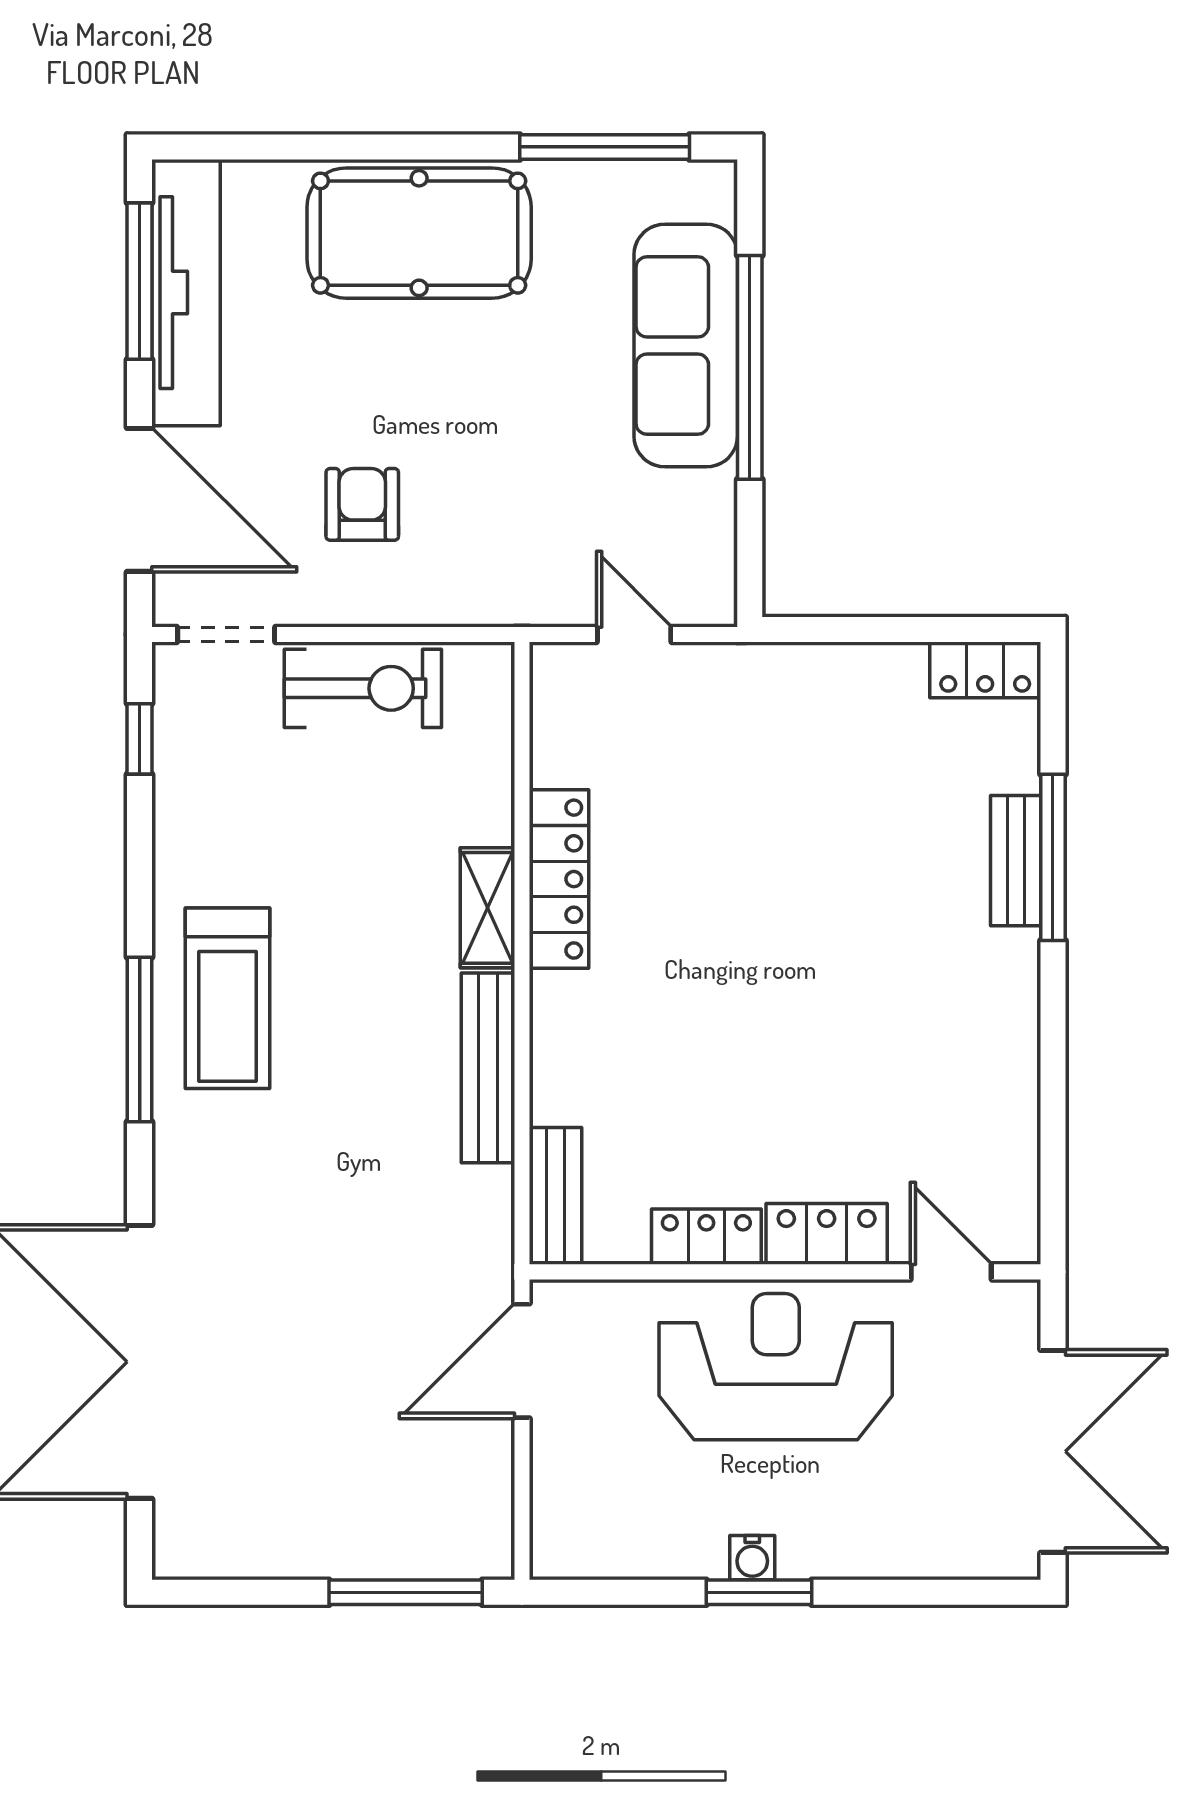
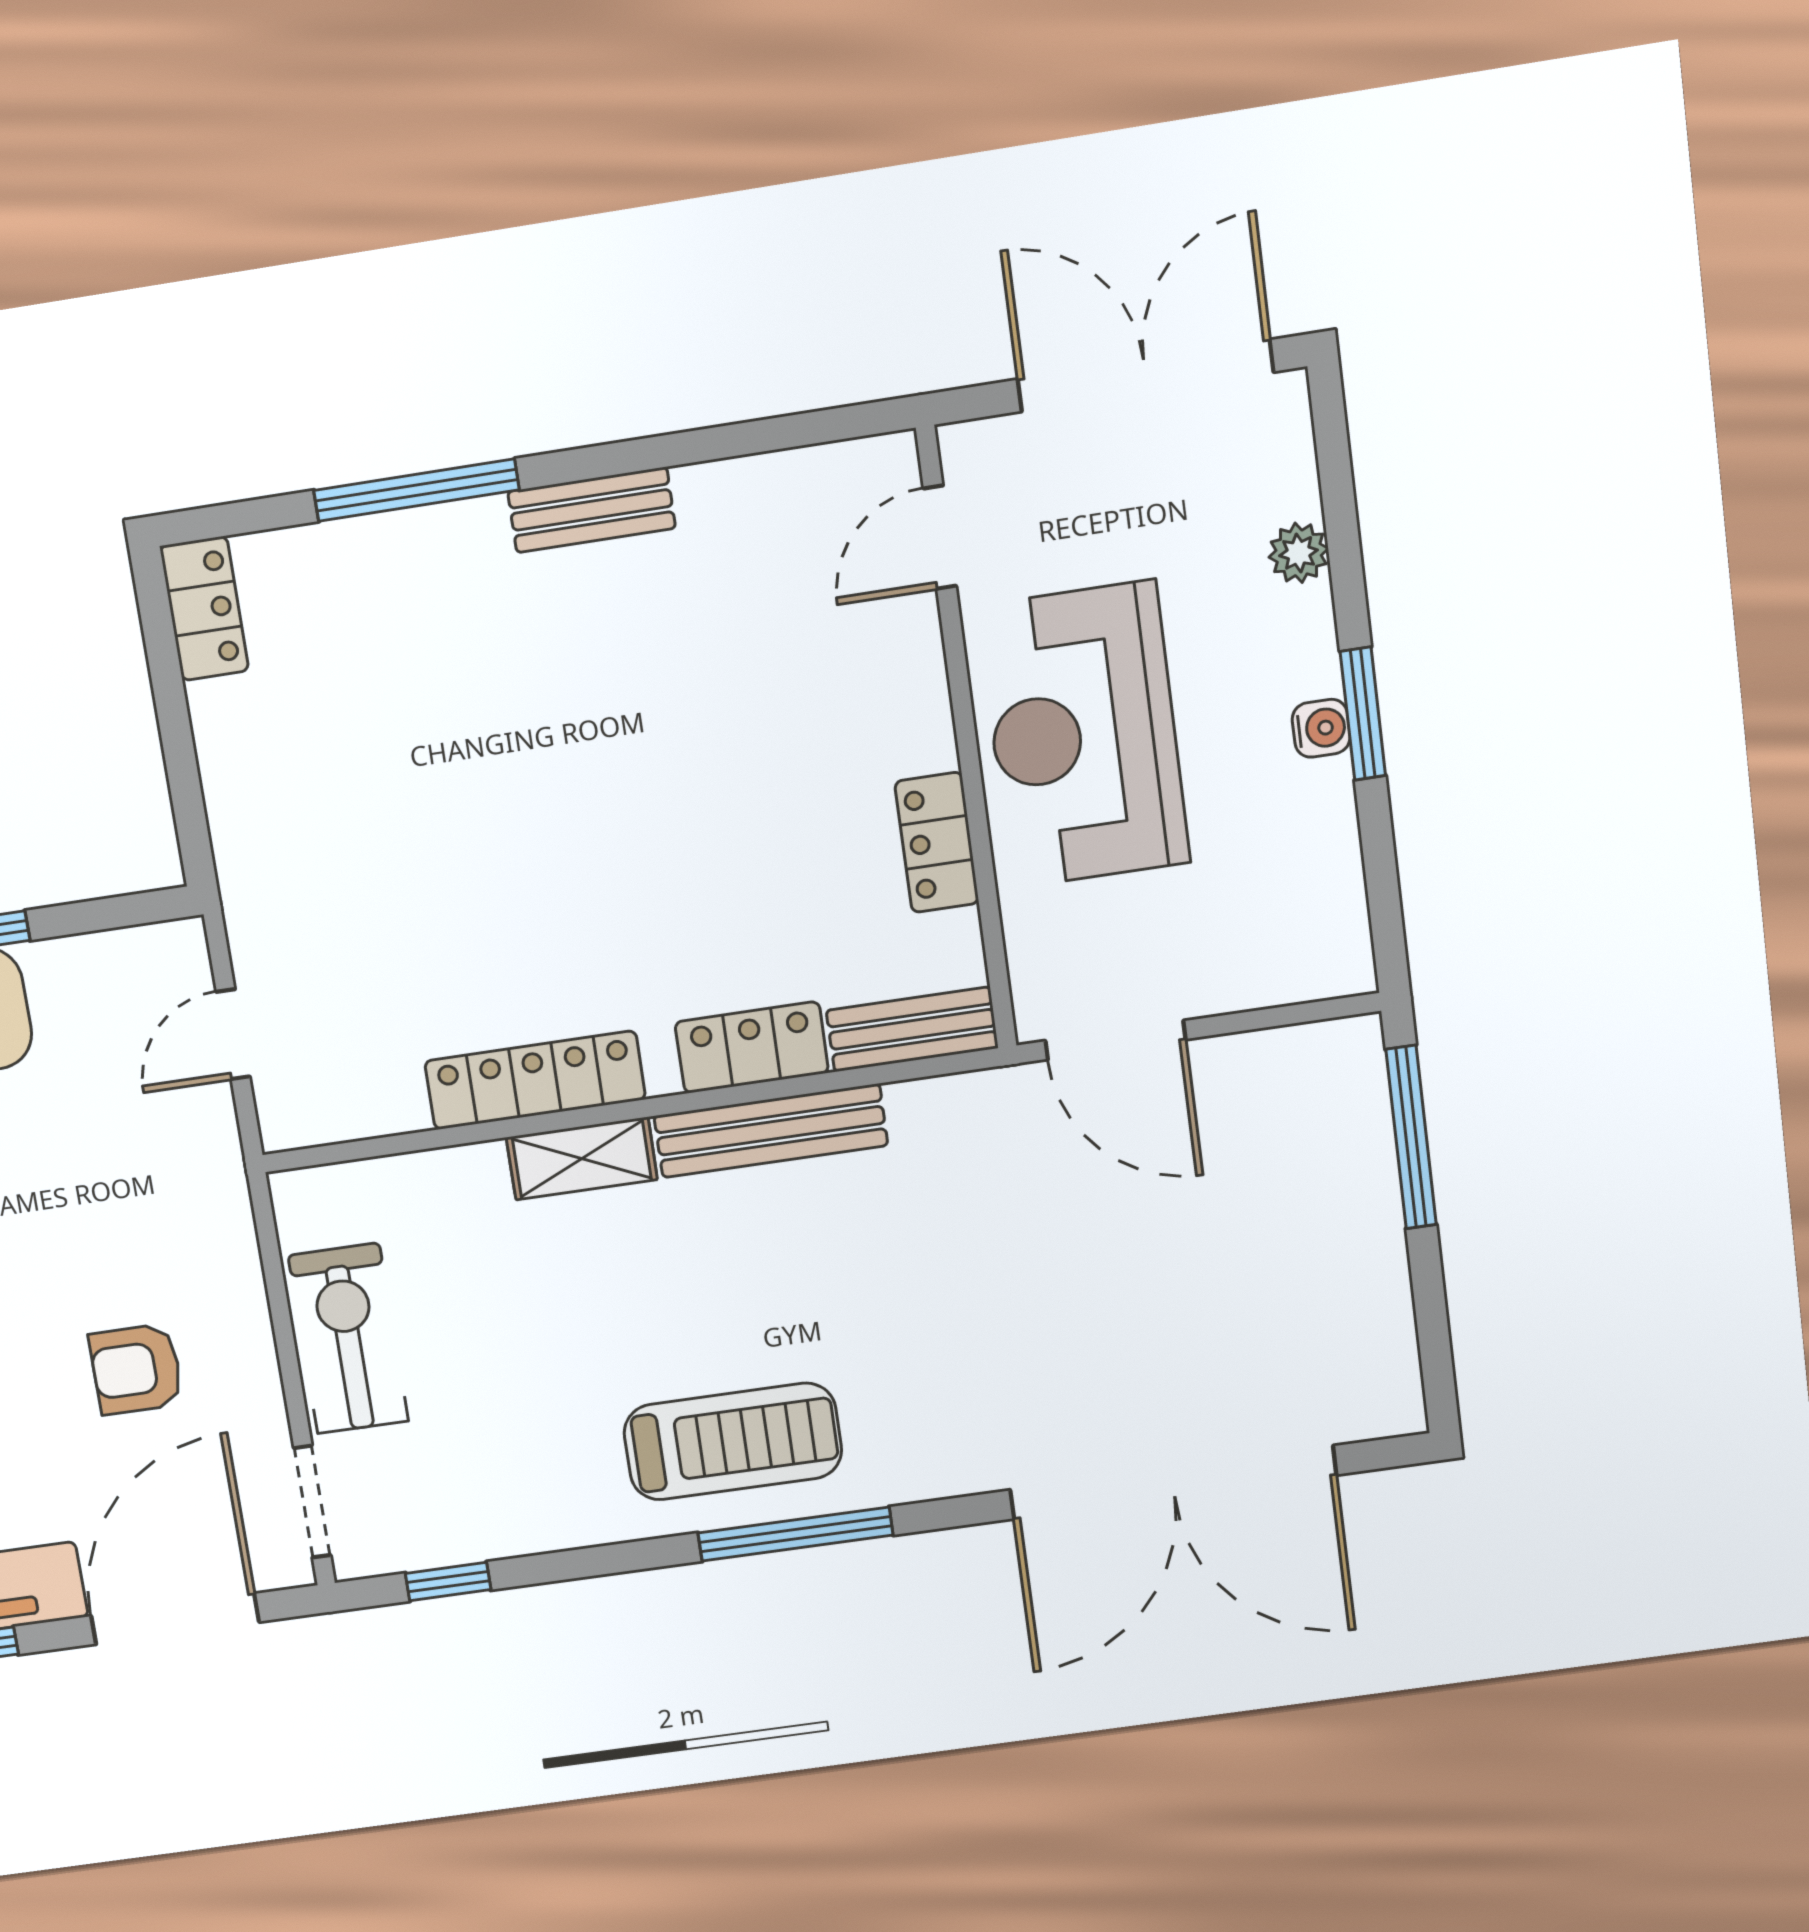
bench: (1016, 861) -> (592, 510), moved
locker: (827, 1234) -> (752, 1047), moved, turned 90
plant: (895, 1556) -> (1299, 553), added

